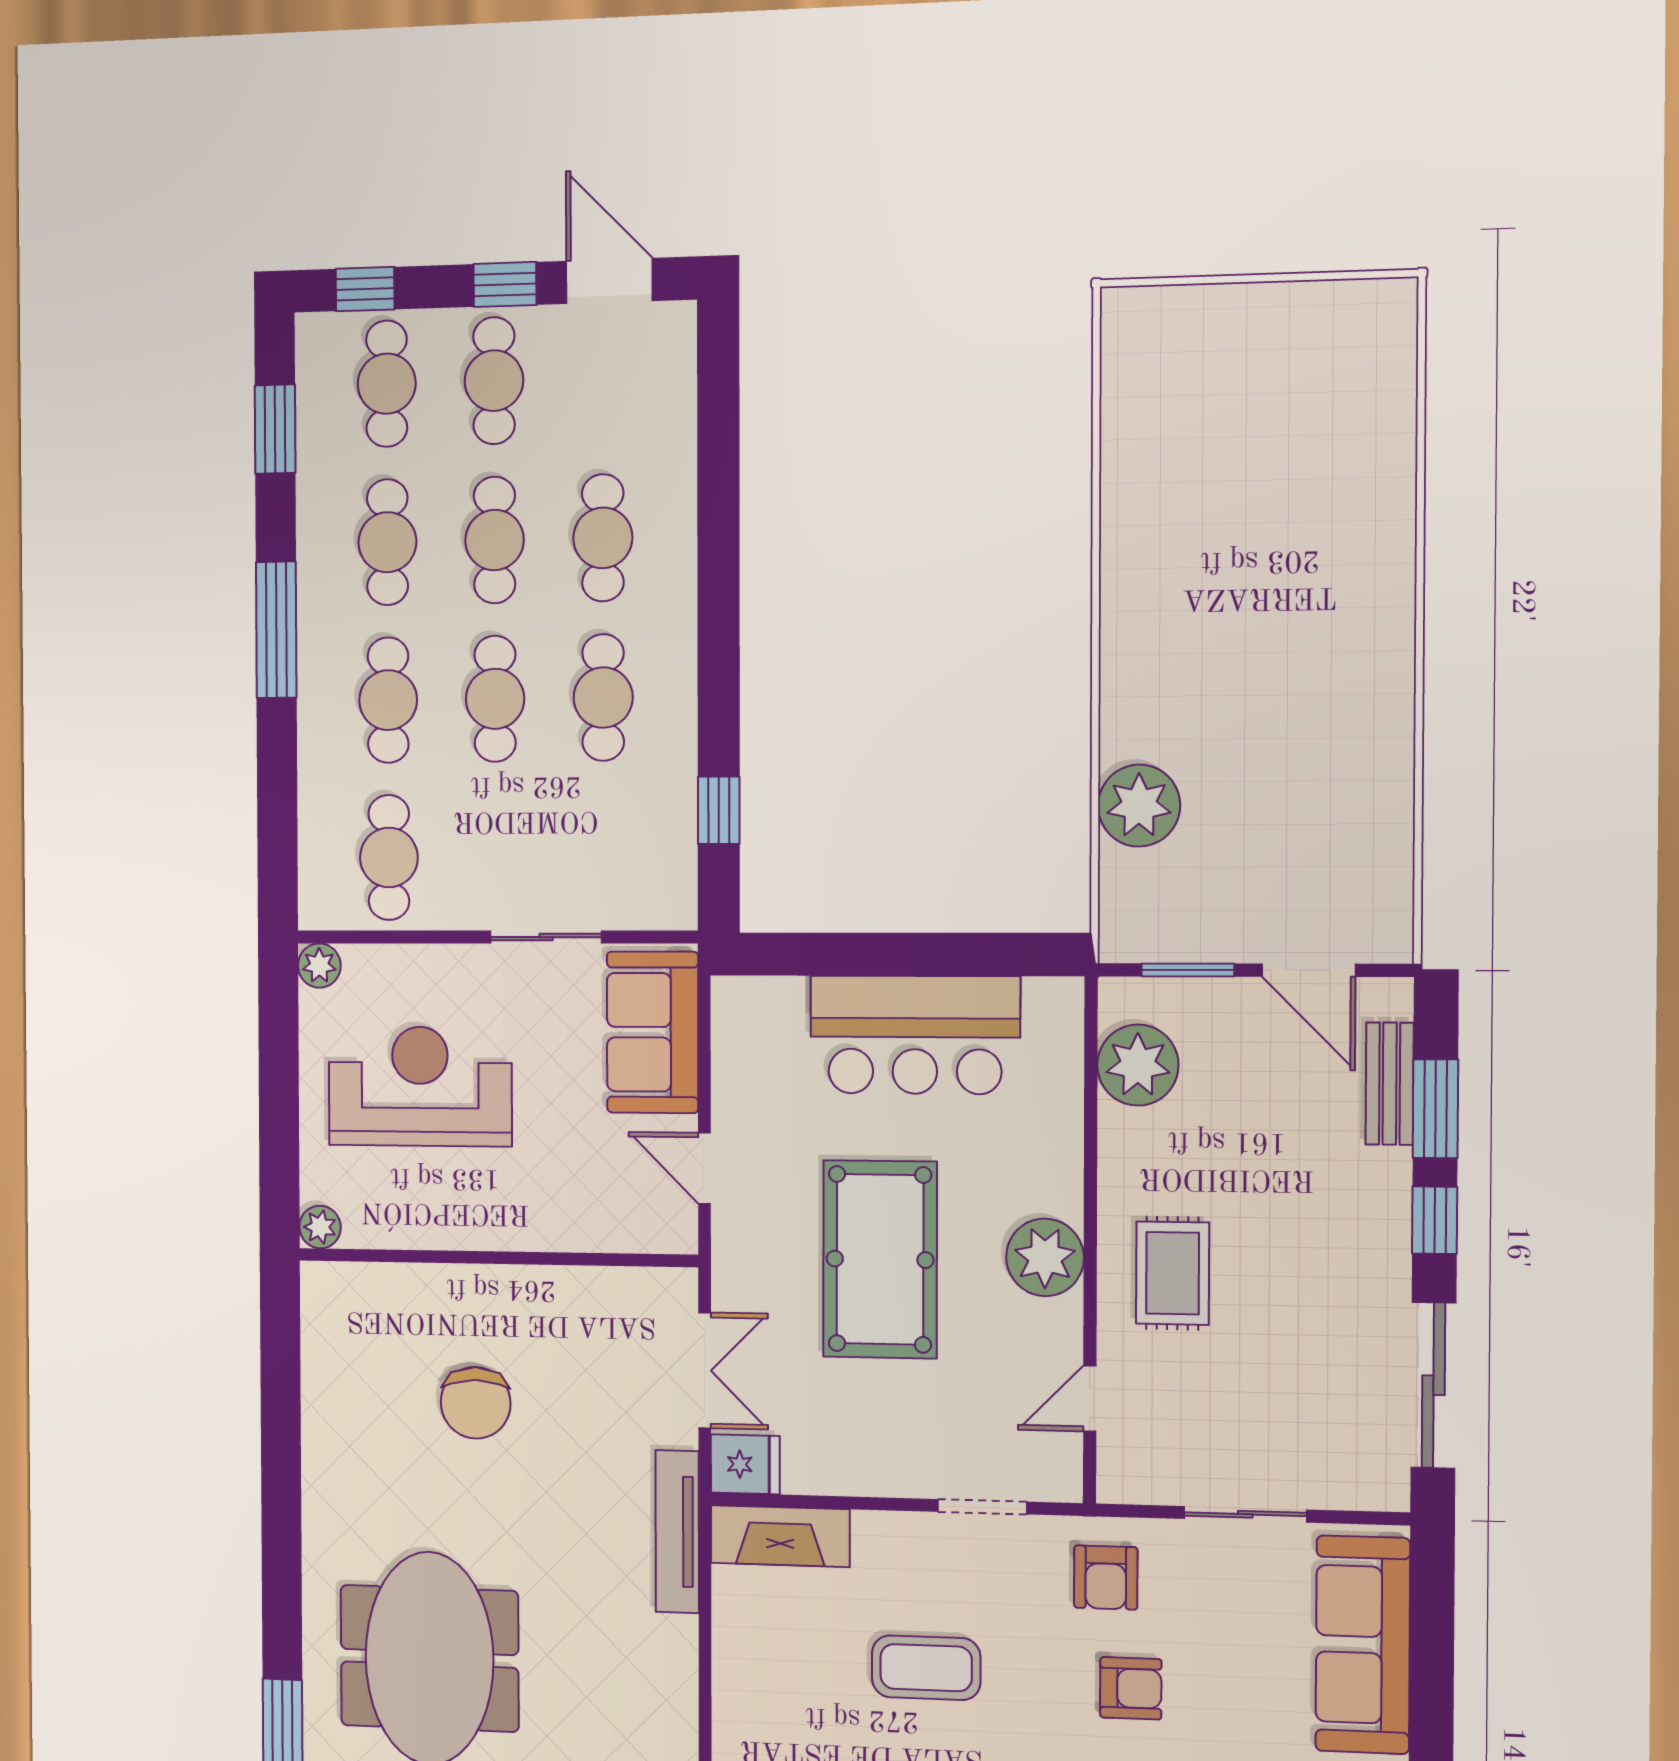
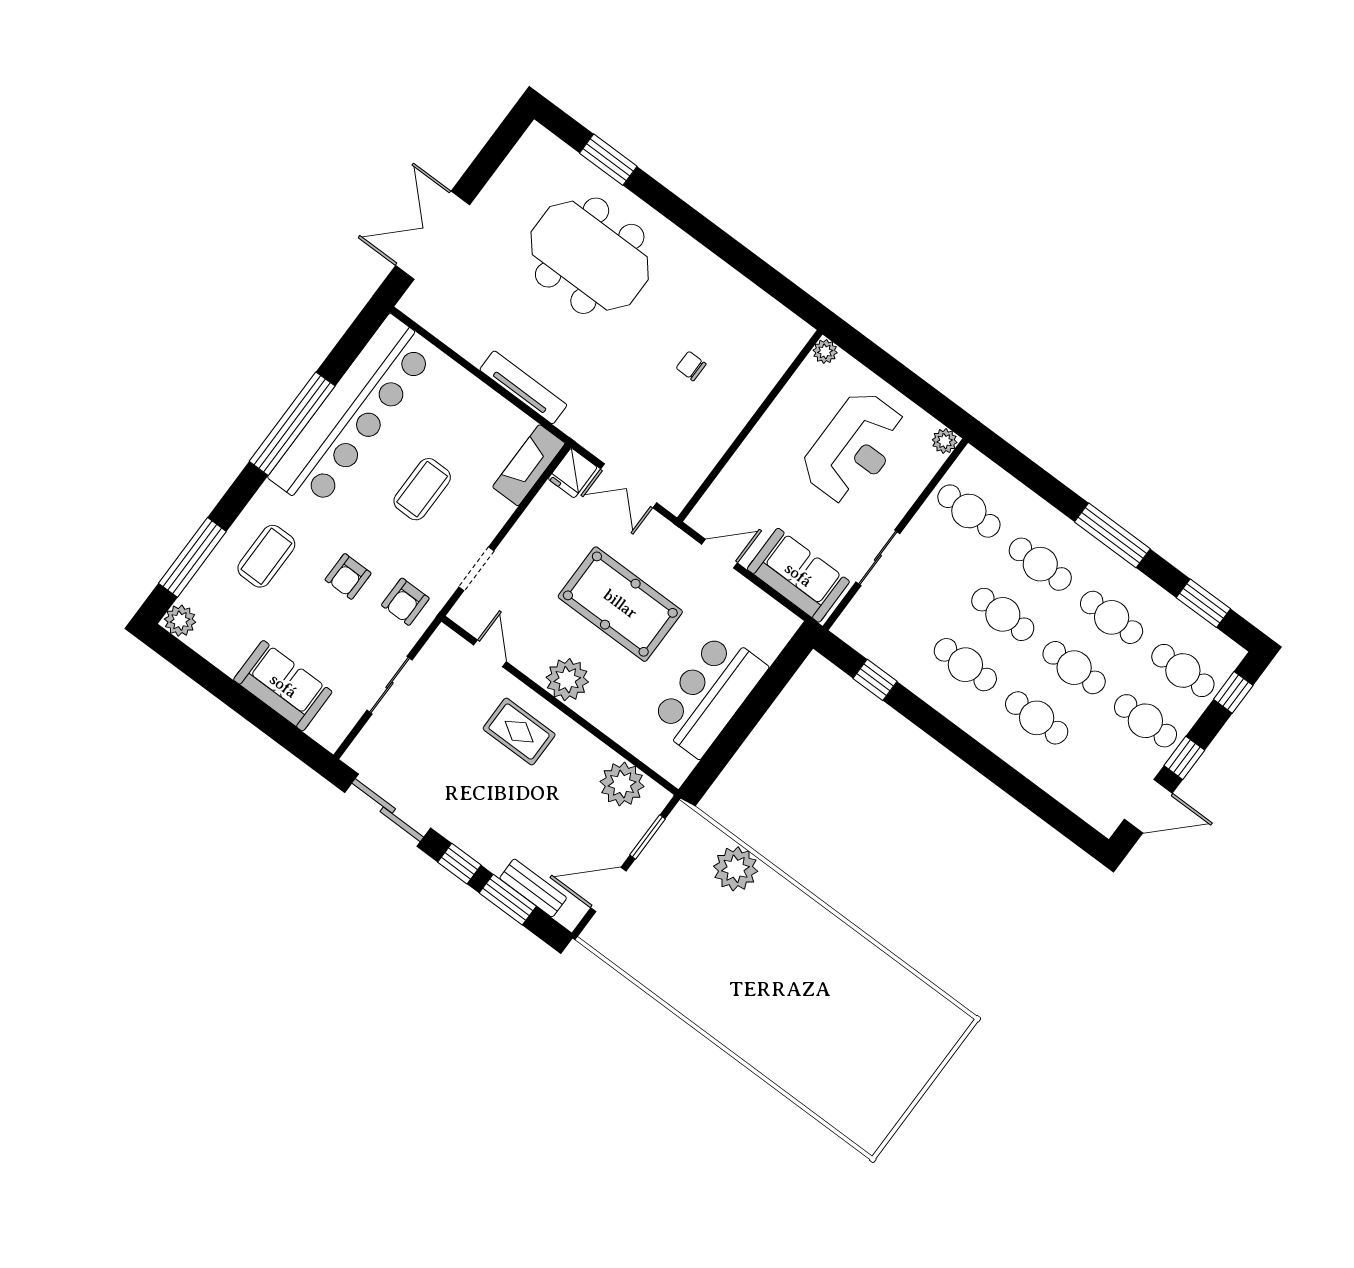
chair: (476, 1403) -> (691, 366), width x0.54, depth x0.54
tv unit: (677, 1532) -> (523, 387), moved
armchair: (1106, 1577) -> (405, 602), turned -90
sofa: (1363, 1645) -> (283, 686), width x0.73

